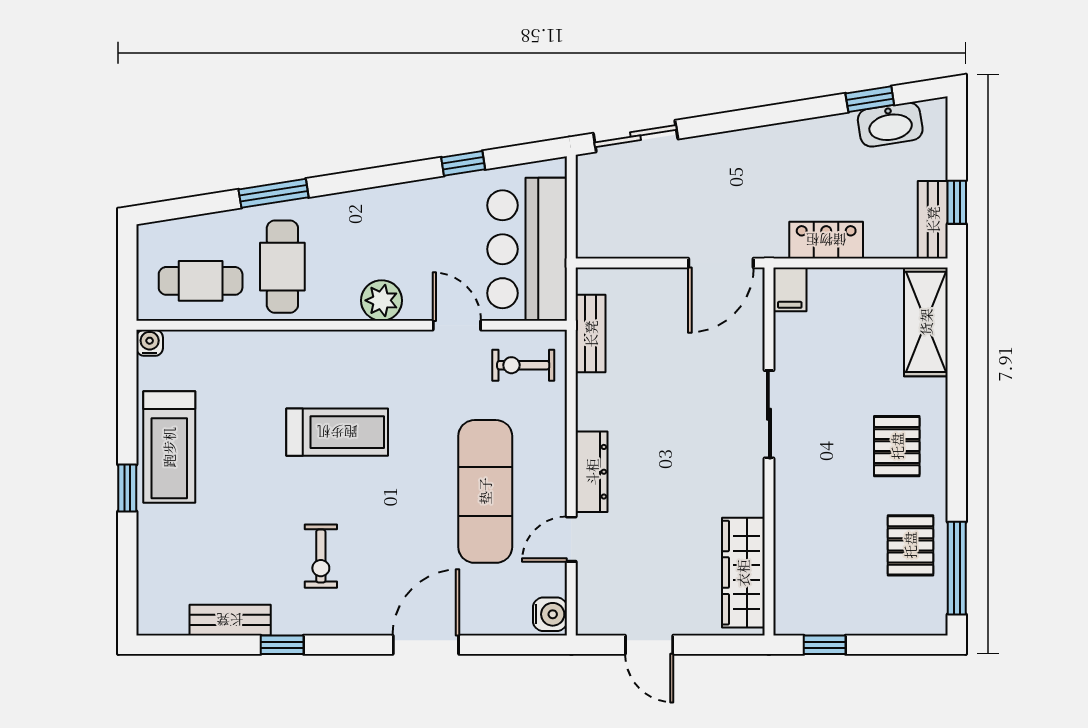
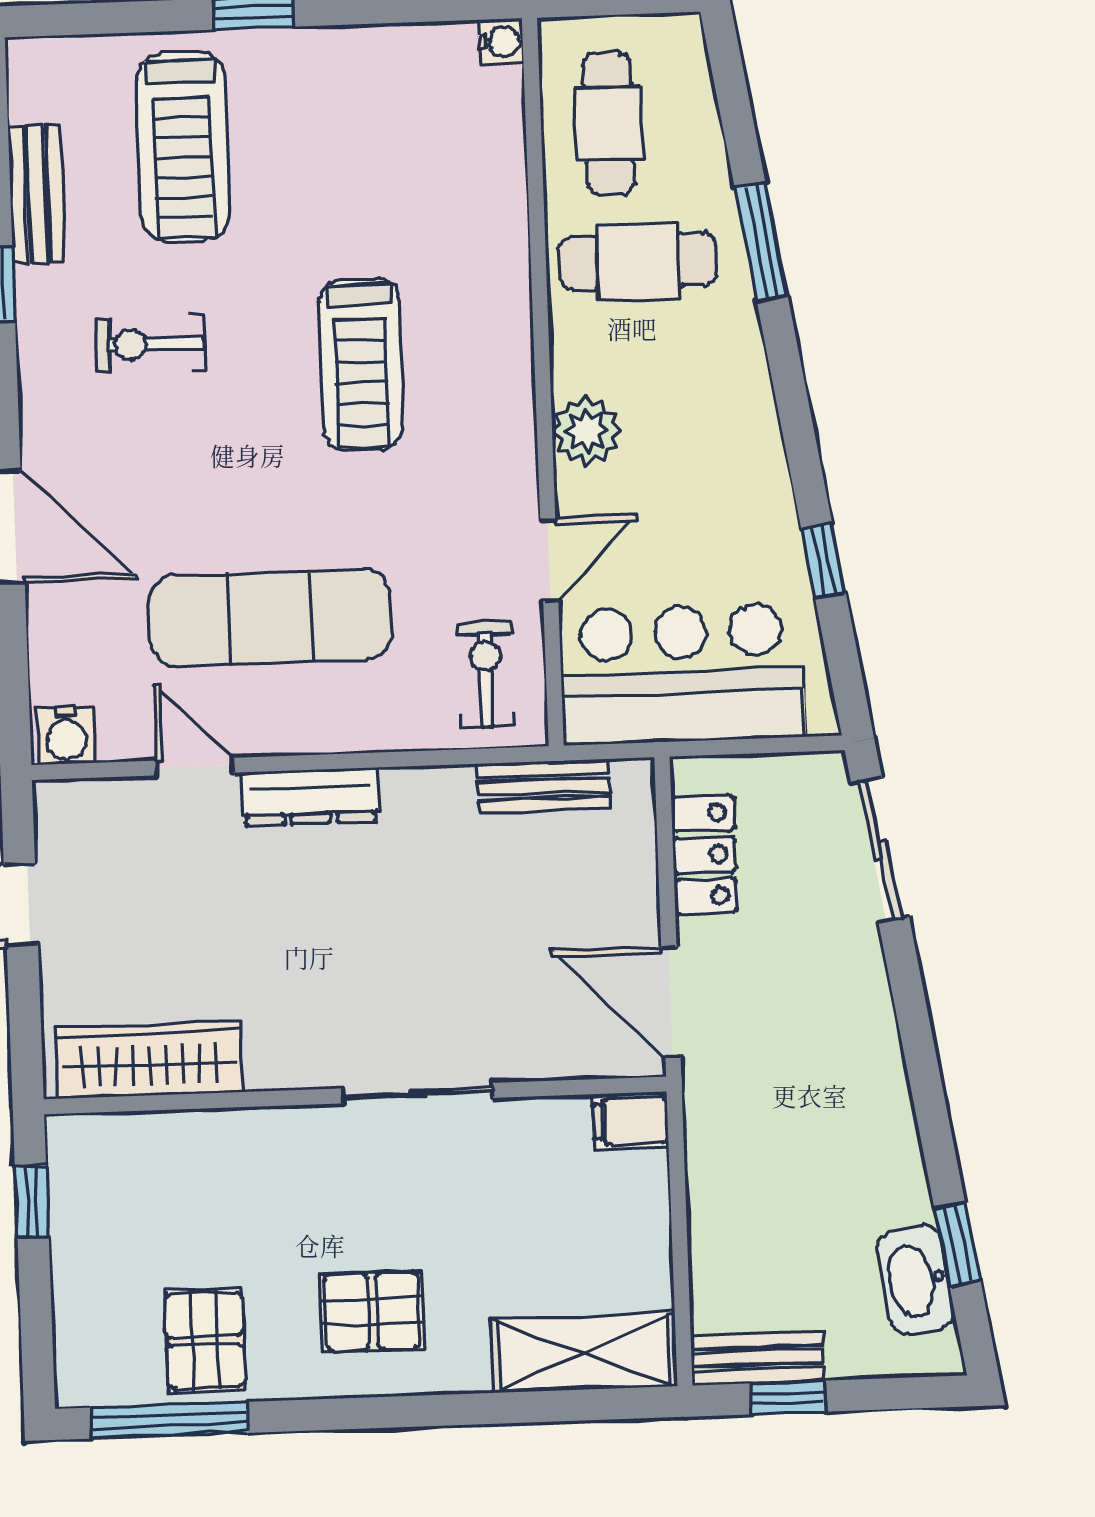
locker: (826, 240) -> (704, 855), moved
treadmill: (169, 447) -> (183, 147), moved, turned -90
pallet: (910, 545) -> (205, 1341), turned 90

